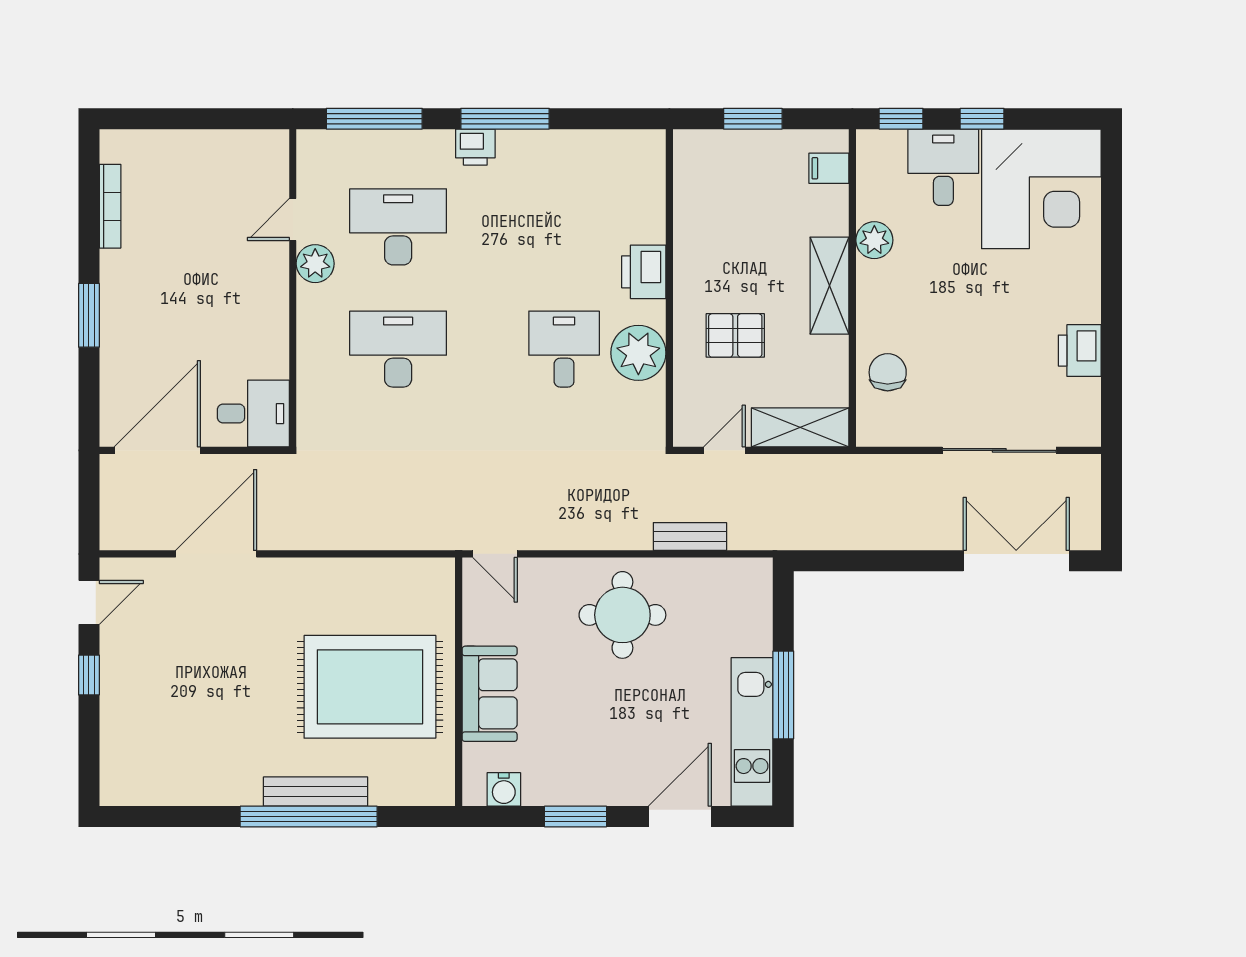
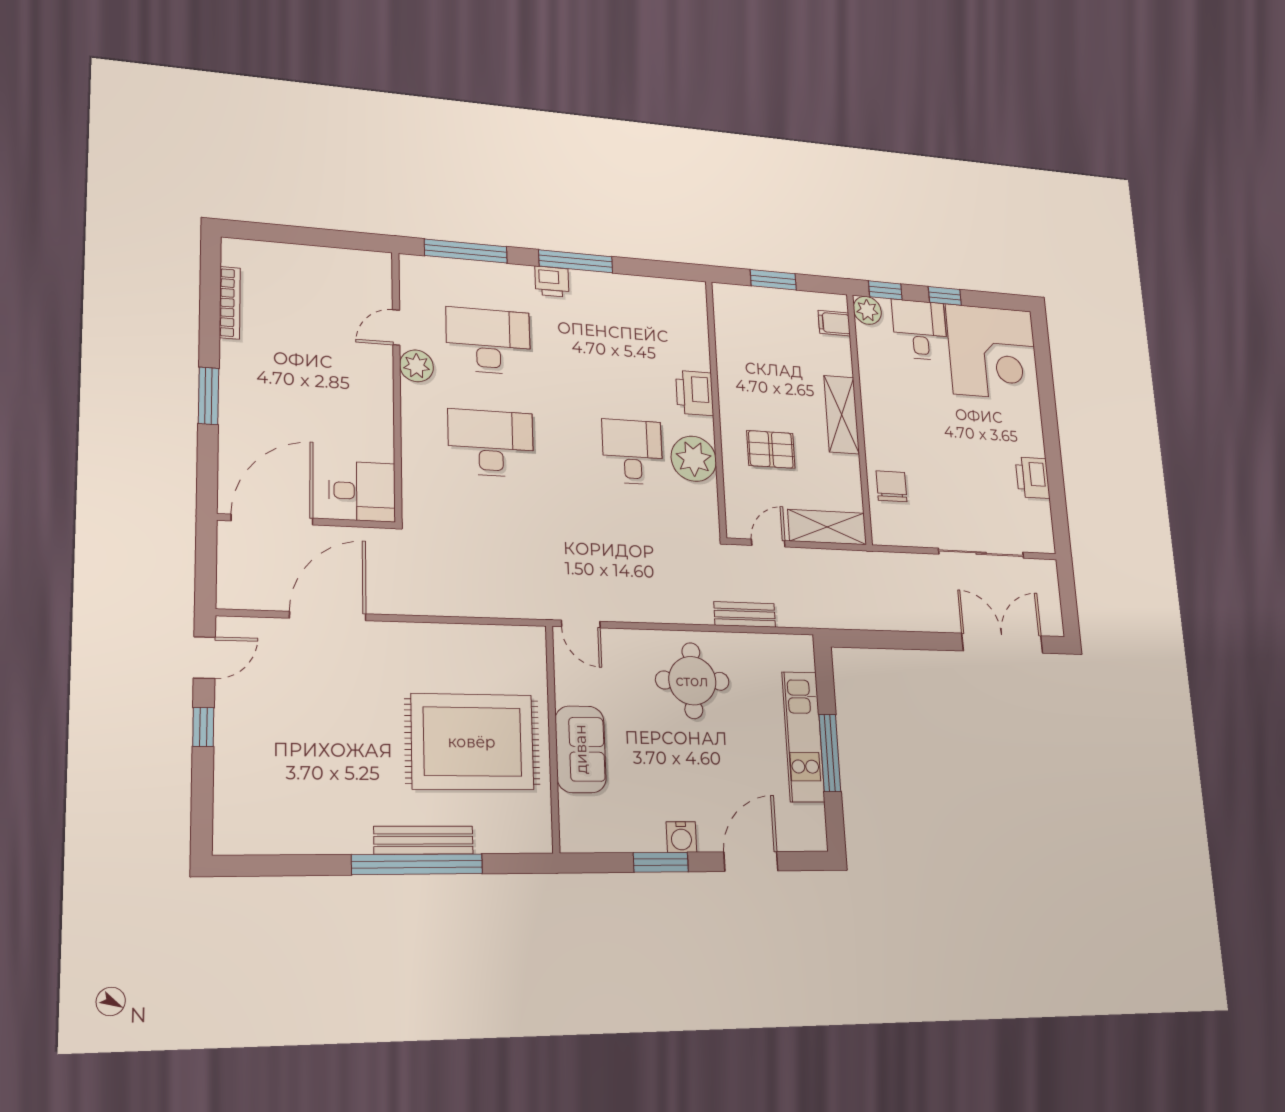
plant: (874, 240) -> (867, 310), moved
kitchen unit: (752, 732) -> (803, 737), moved
water cooler: (504, 789) -> (681, 837), moved

